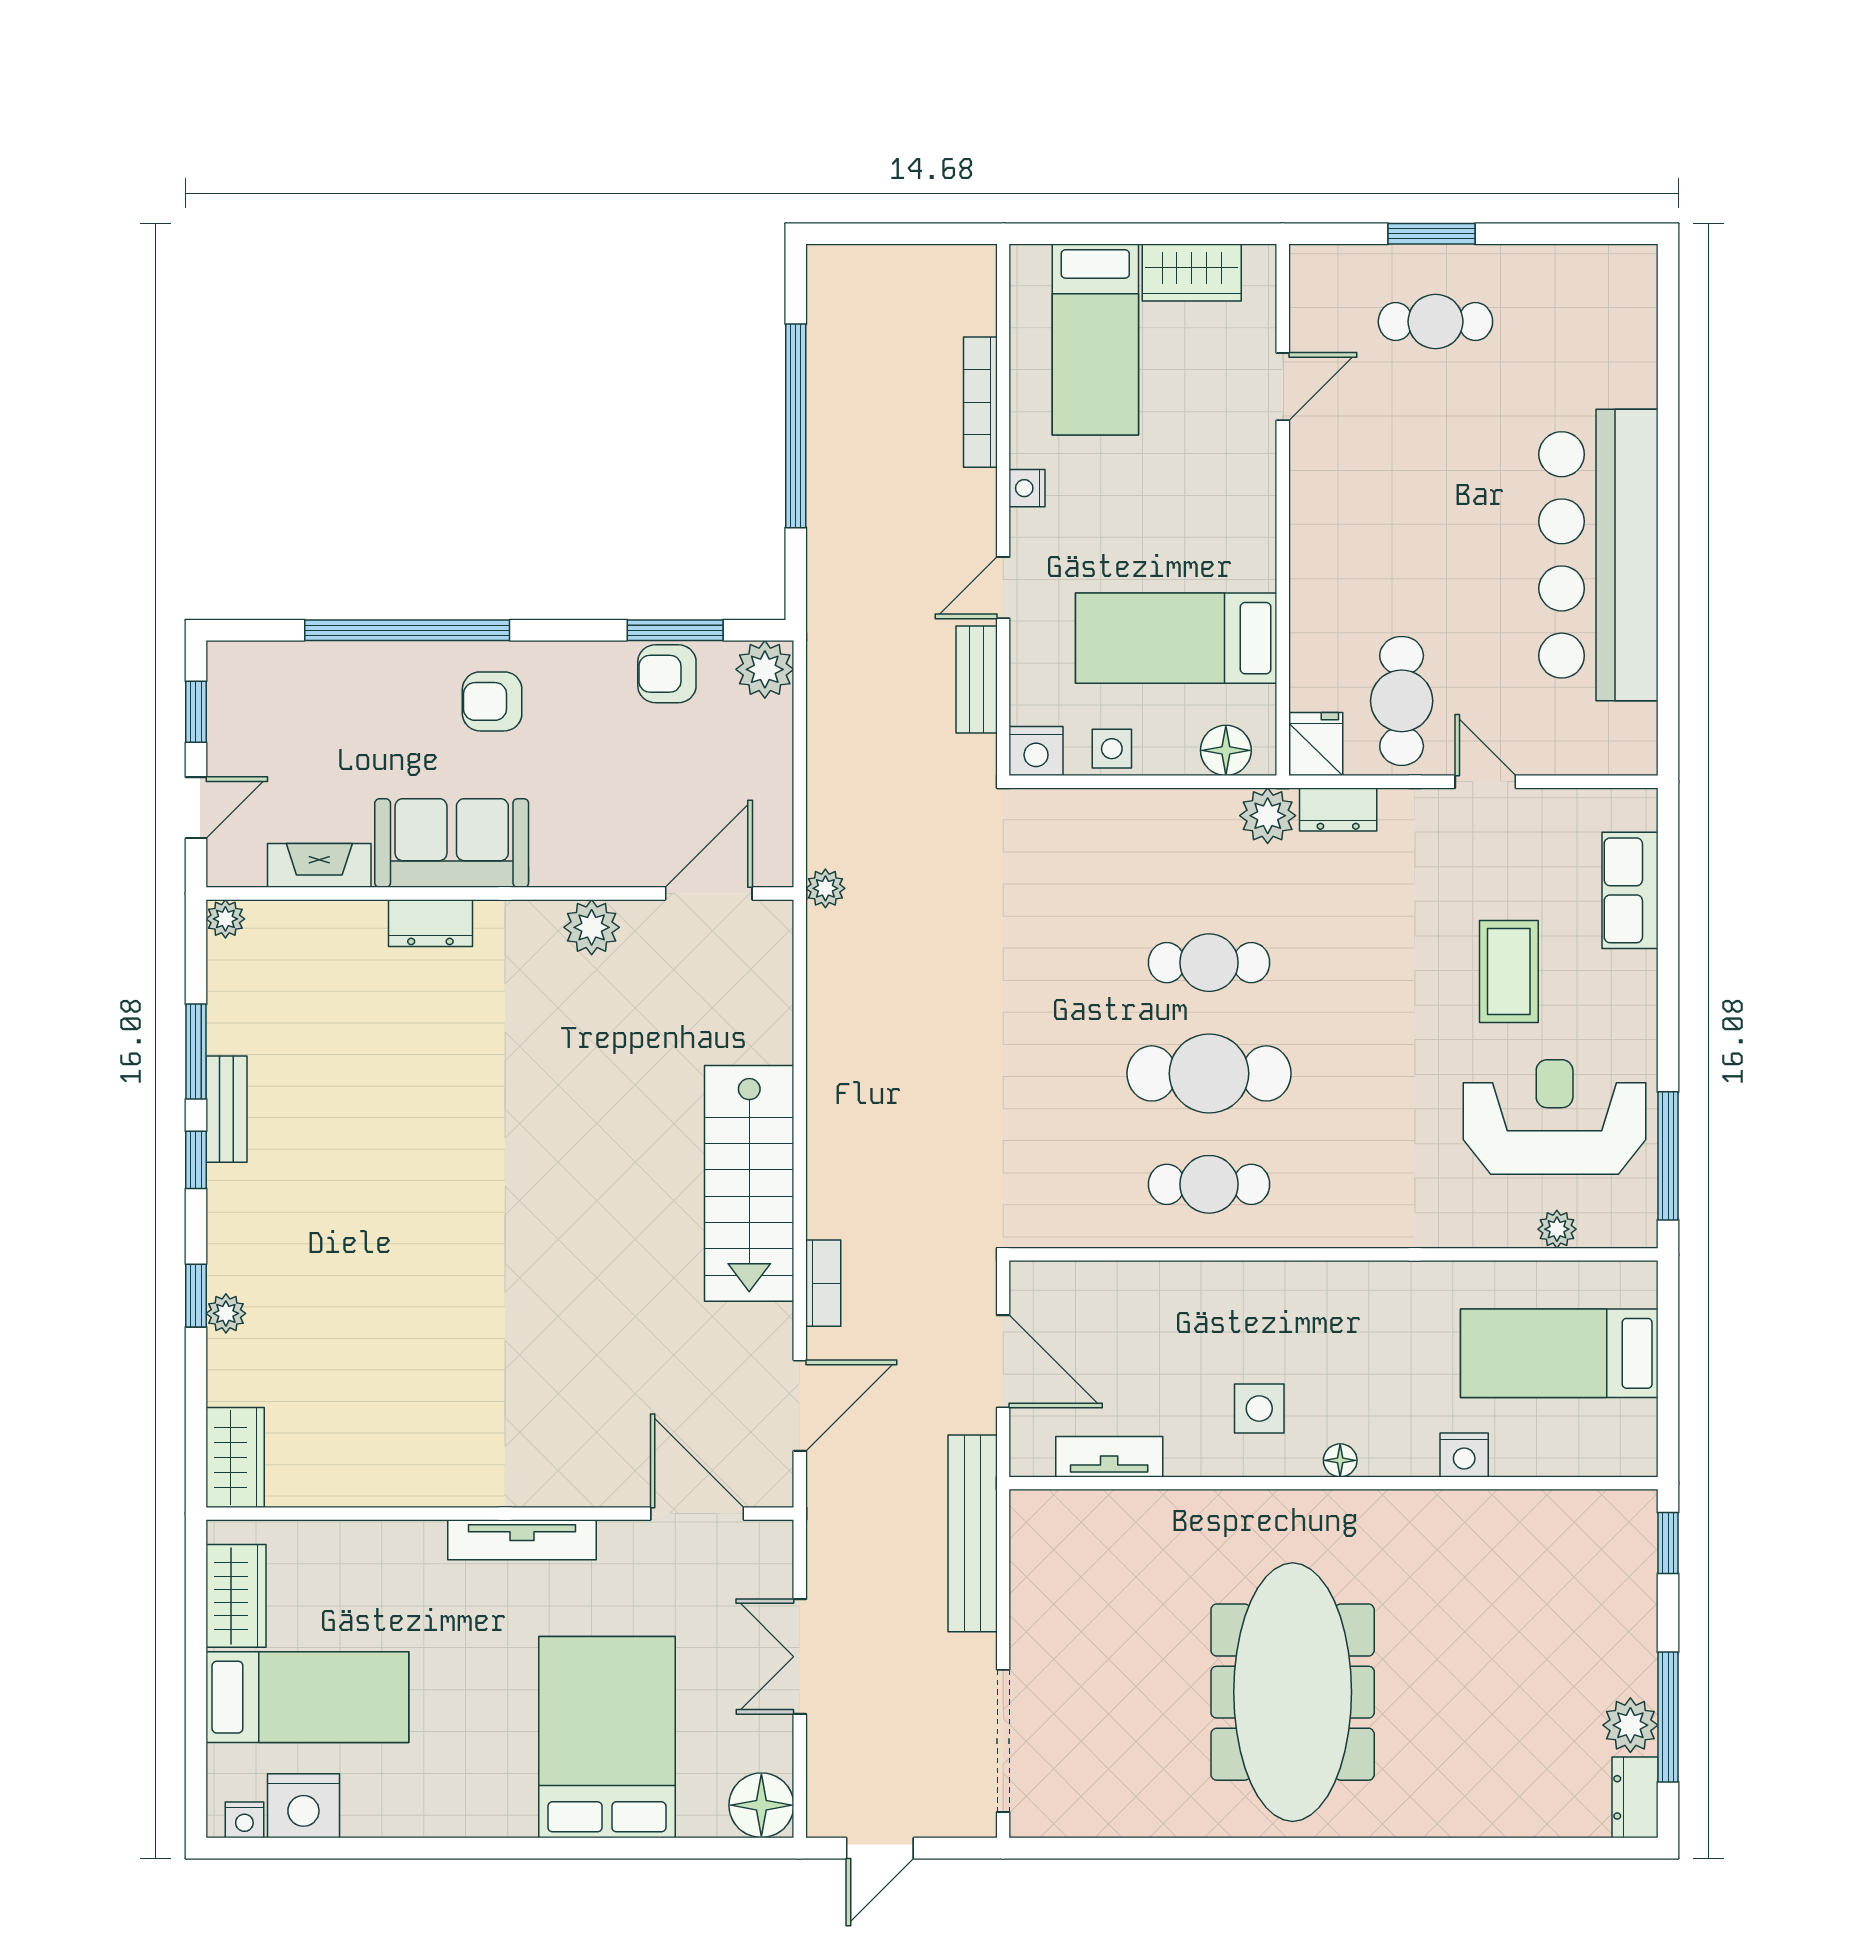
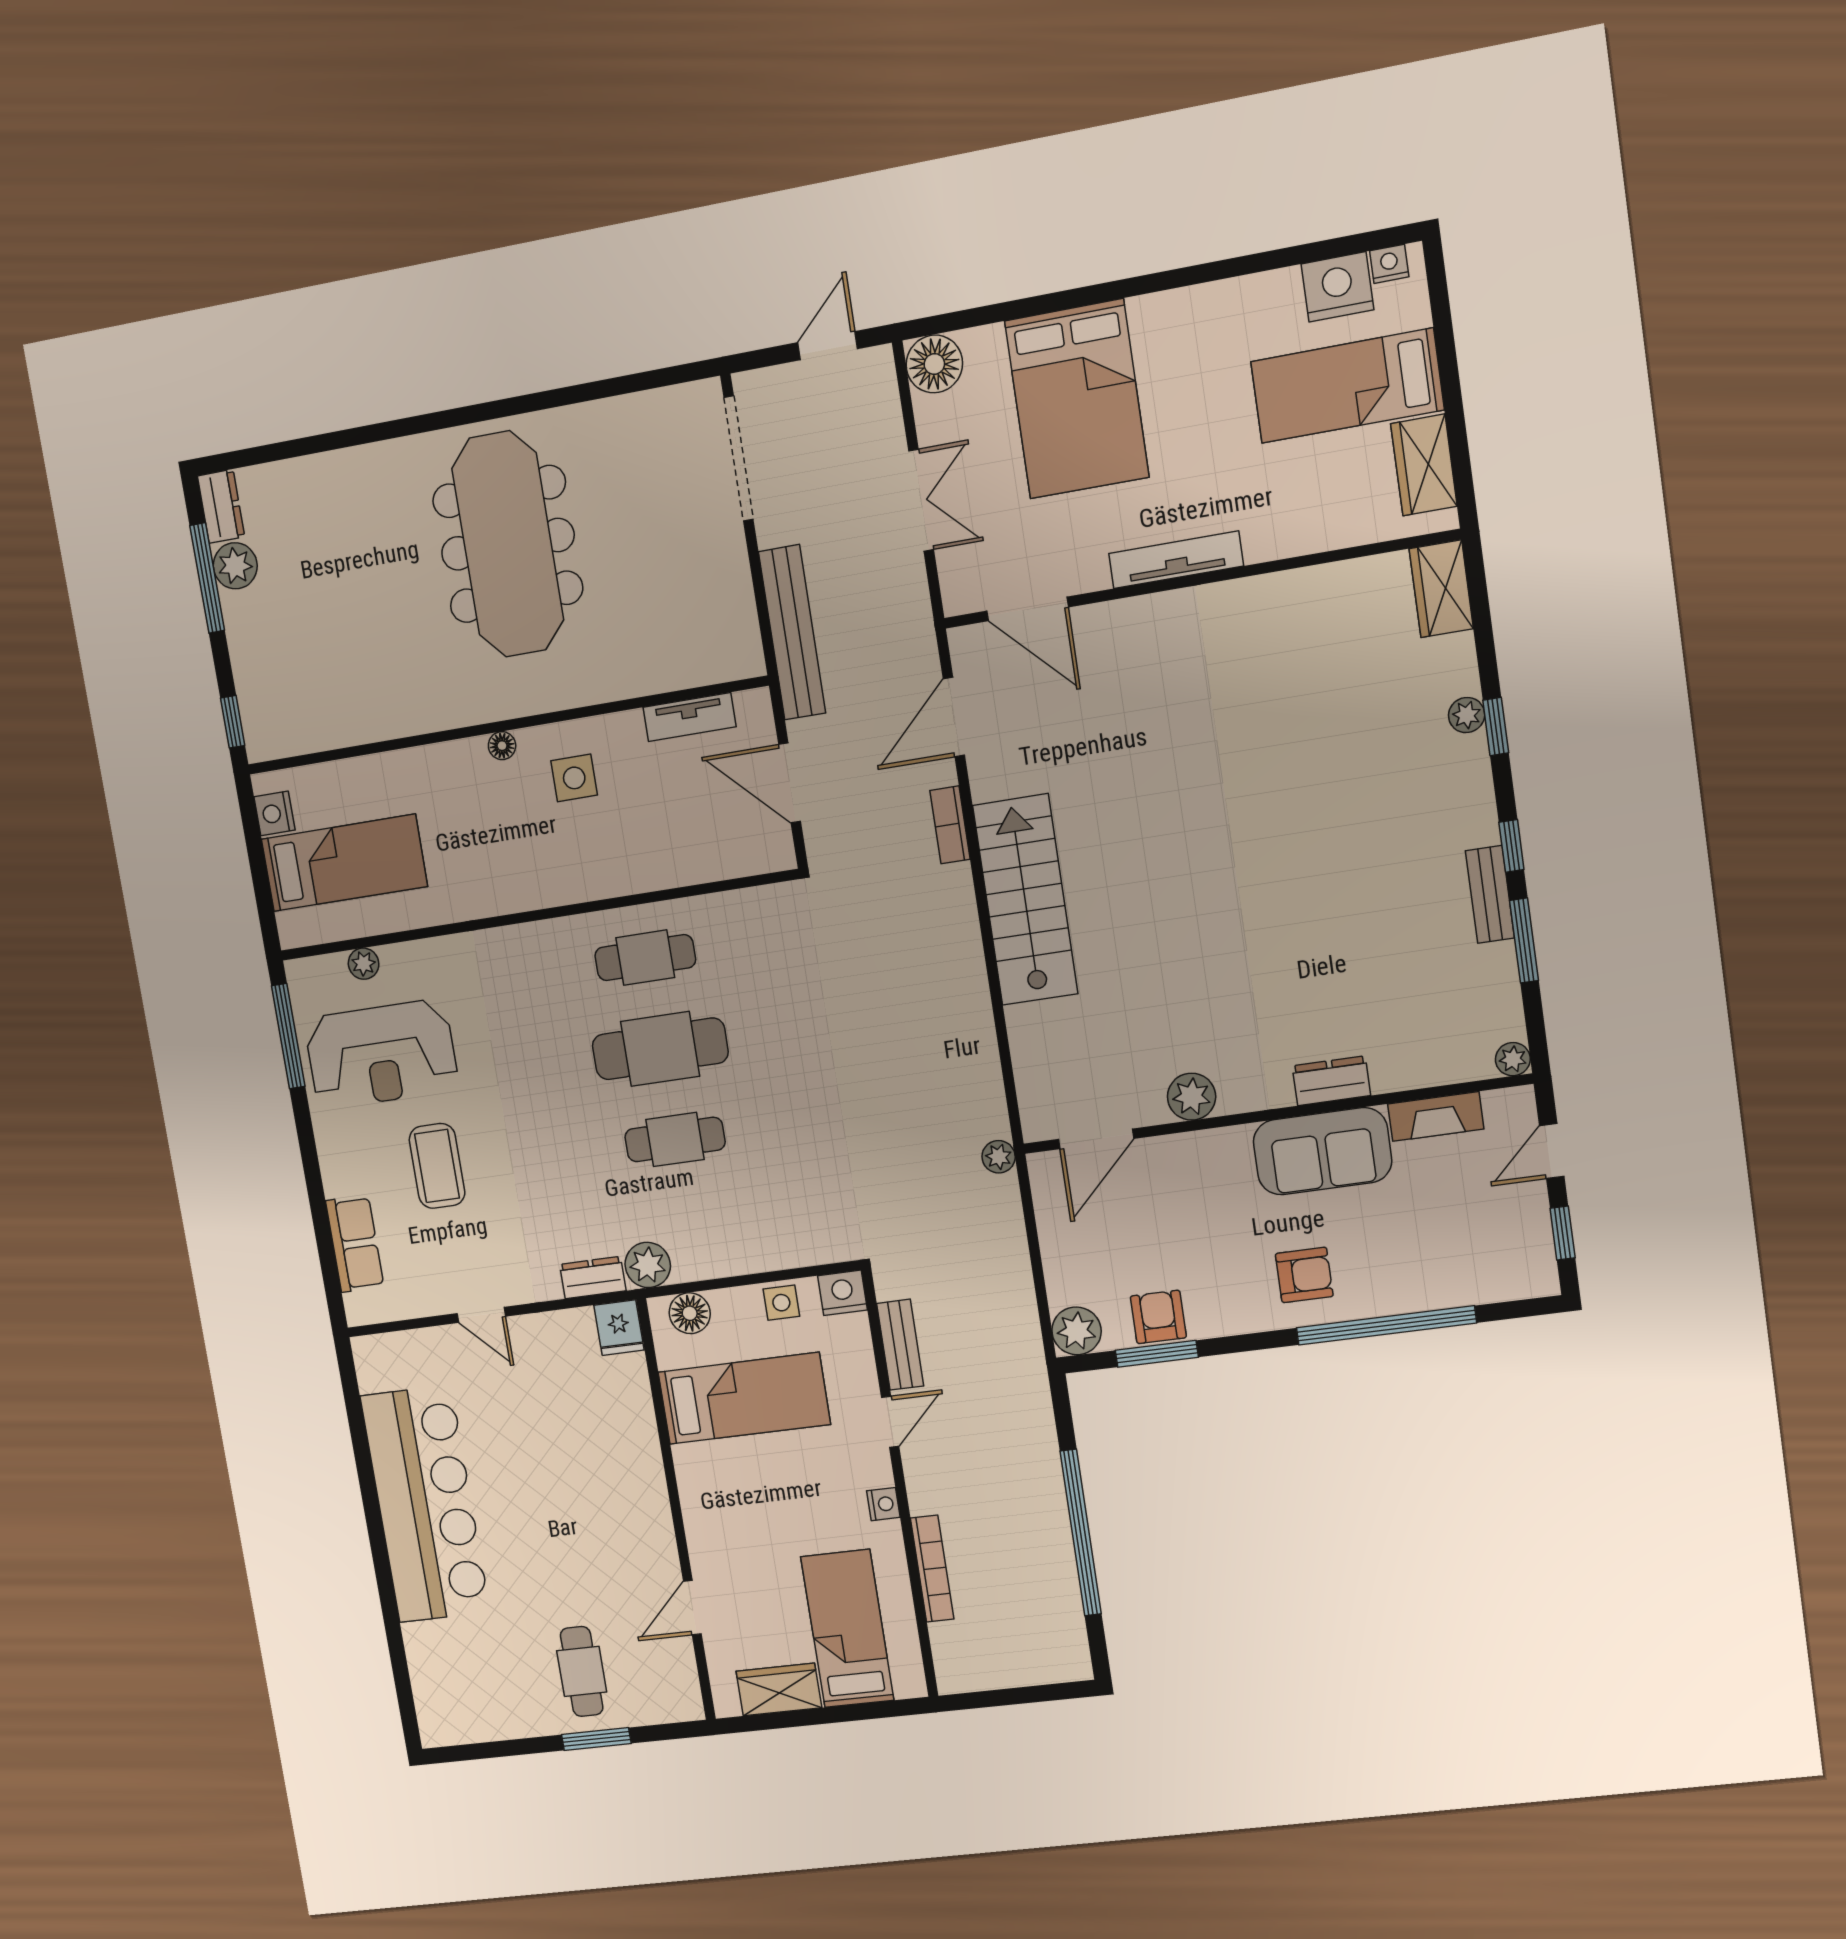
cafe table: (1435, 322) -> (582, 1671), turned 90
armchair: (667, 674) -> (1158, 1317), turned -90
cafe table: (1402, 701) -> (557, 1371), removed
nightstand: (1464, 1455) -> (274, 813), moved, turned -90

